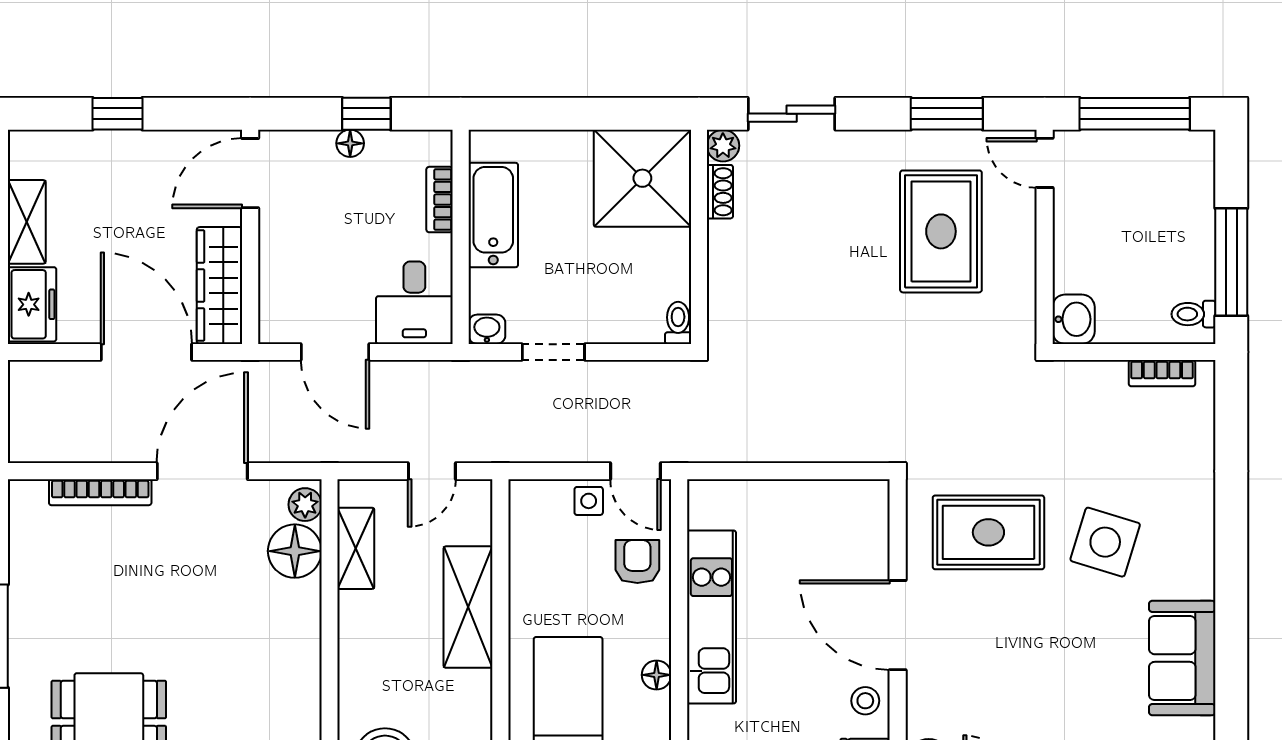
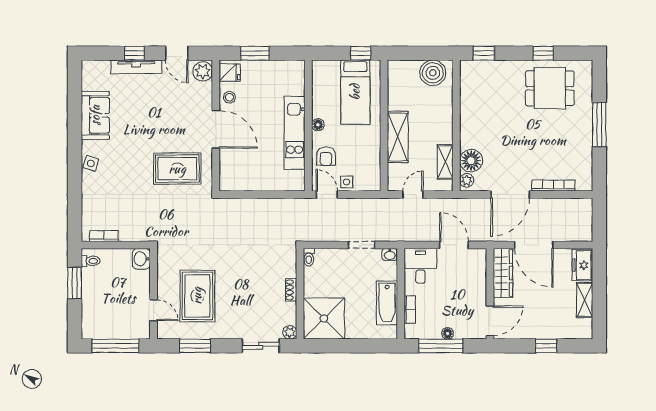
window: (366, 114) -> (441, 346), width x2.17
door: (1045, 163) -> (154, 310), moved
shoe rack: (720, 192) -> (291, 290), moved
window: (1231, 262) -> (75, 283), width x0.69
side table: (1105, 542) -> (91, 163), moved, width x0.54, depth x0.54
floor lamp: (657, 675) -> (318, 125), moved

